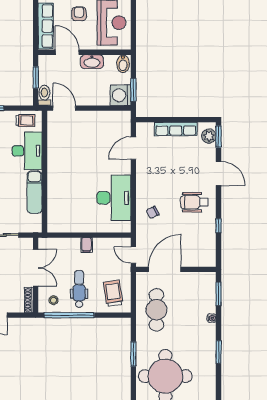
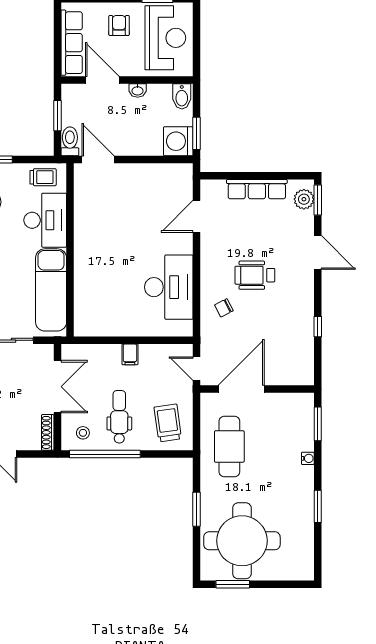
washbasin: (92, 62) -> (138, 90), width x0.52, depth x0.69
exam couch: (35, 192) -> (51, 290), width x1.36, depth x1.45
wheelchair: (194, 202) -> (255, 275), moved

